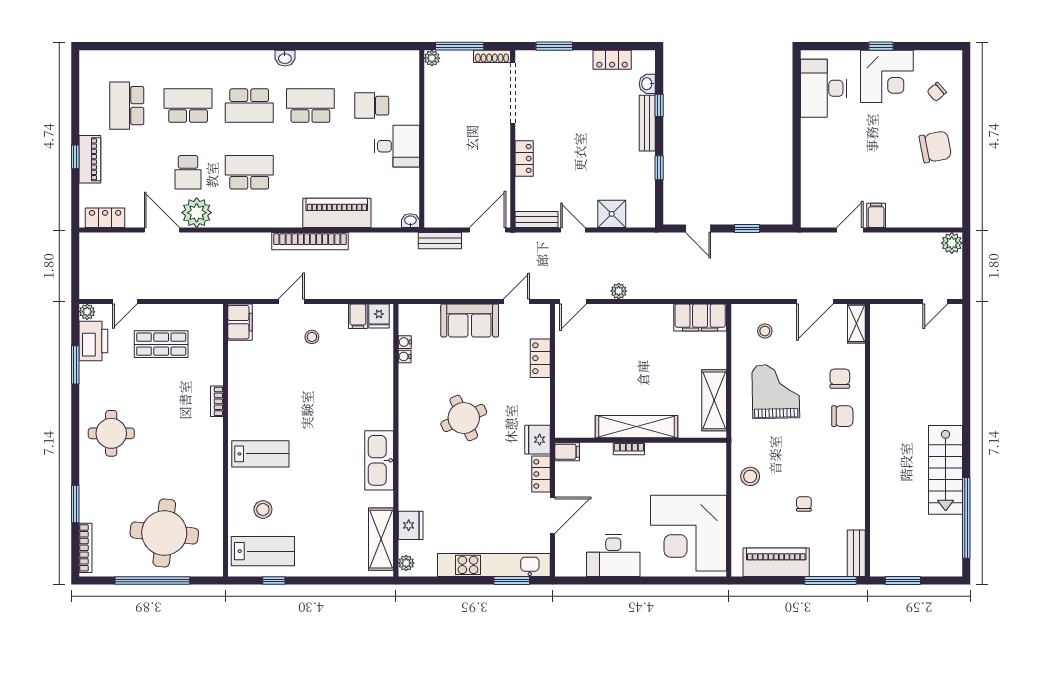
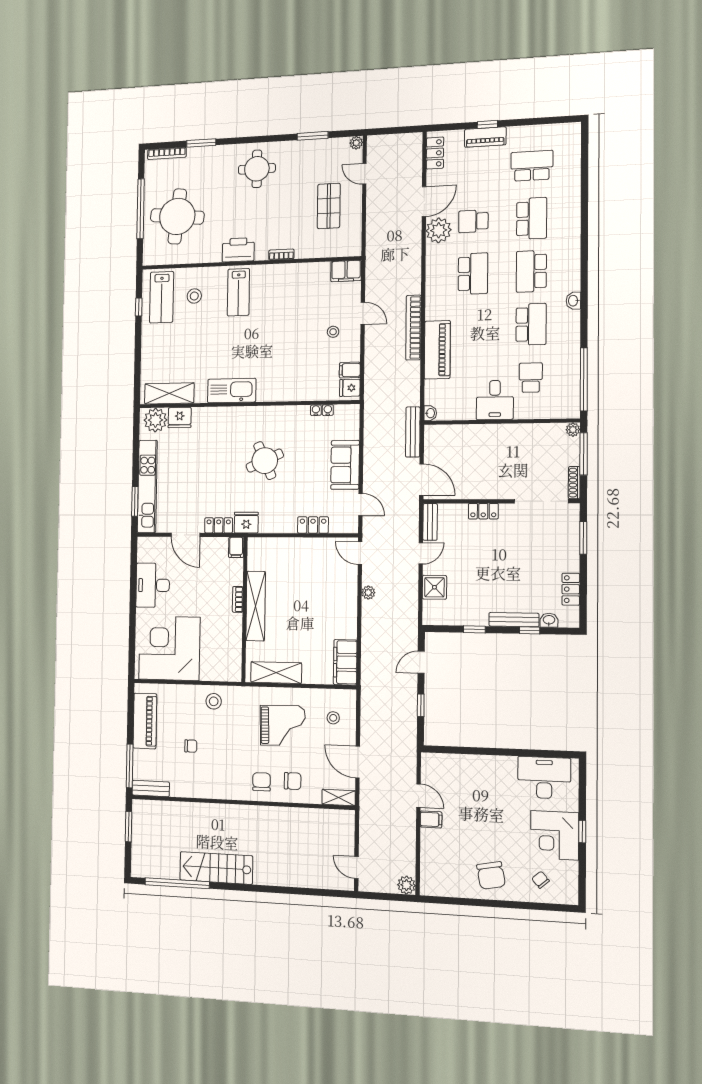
window: (375, 46) -> (584, 379), added
bench: (440, 241) -> (413, 432), width x1.36
printer: (93, 341) -> (238, 250), moved, turned 180
chair: (842, 416) -> (262, 782), turned 180
plant: (406, 563) -> (155, 420), width x1.88, depth x1.88

